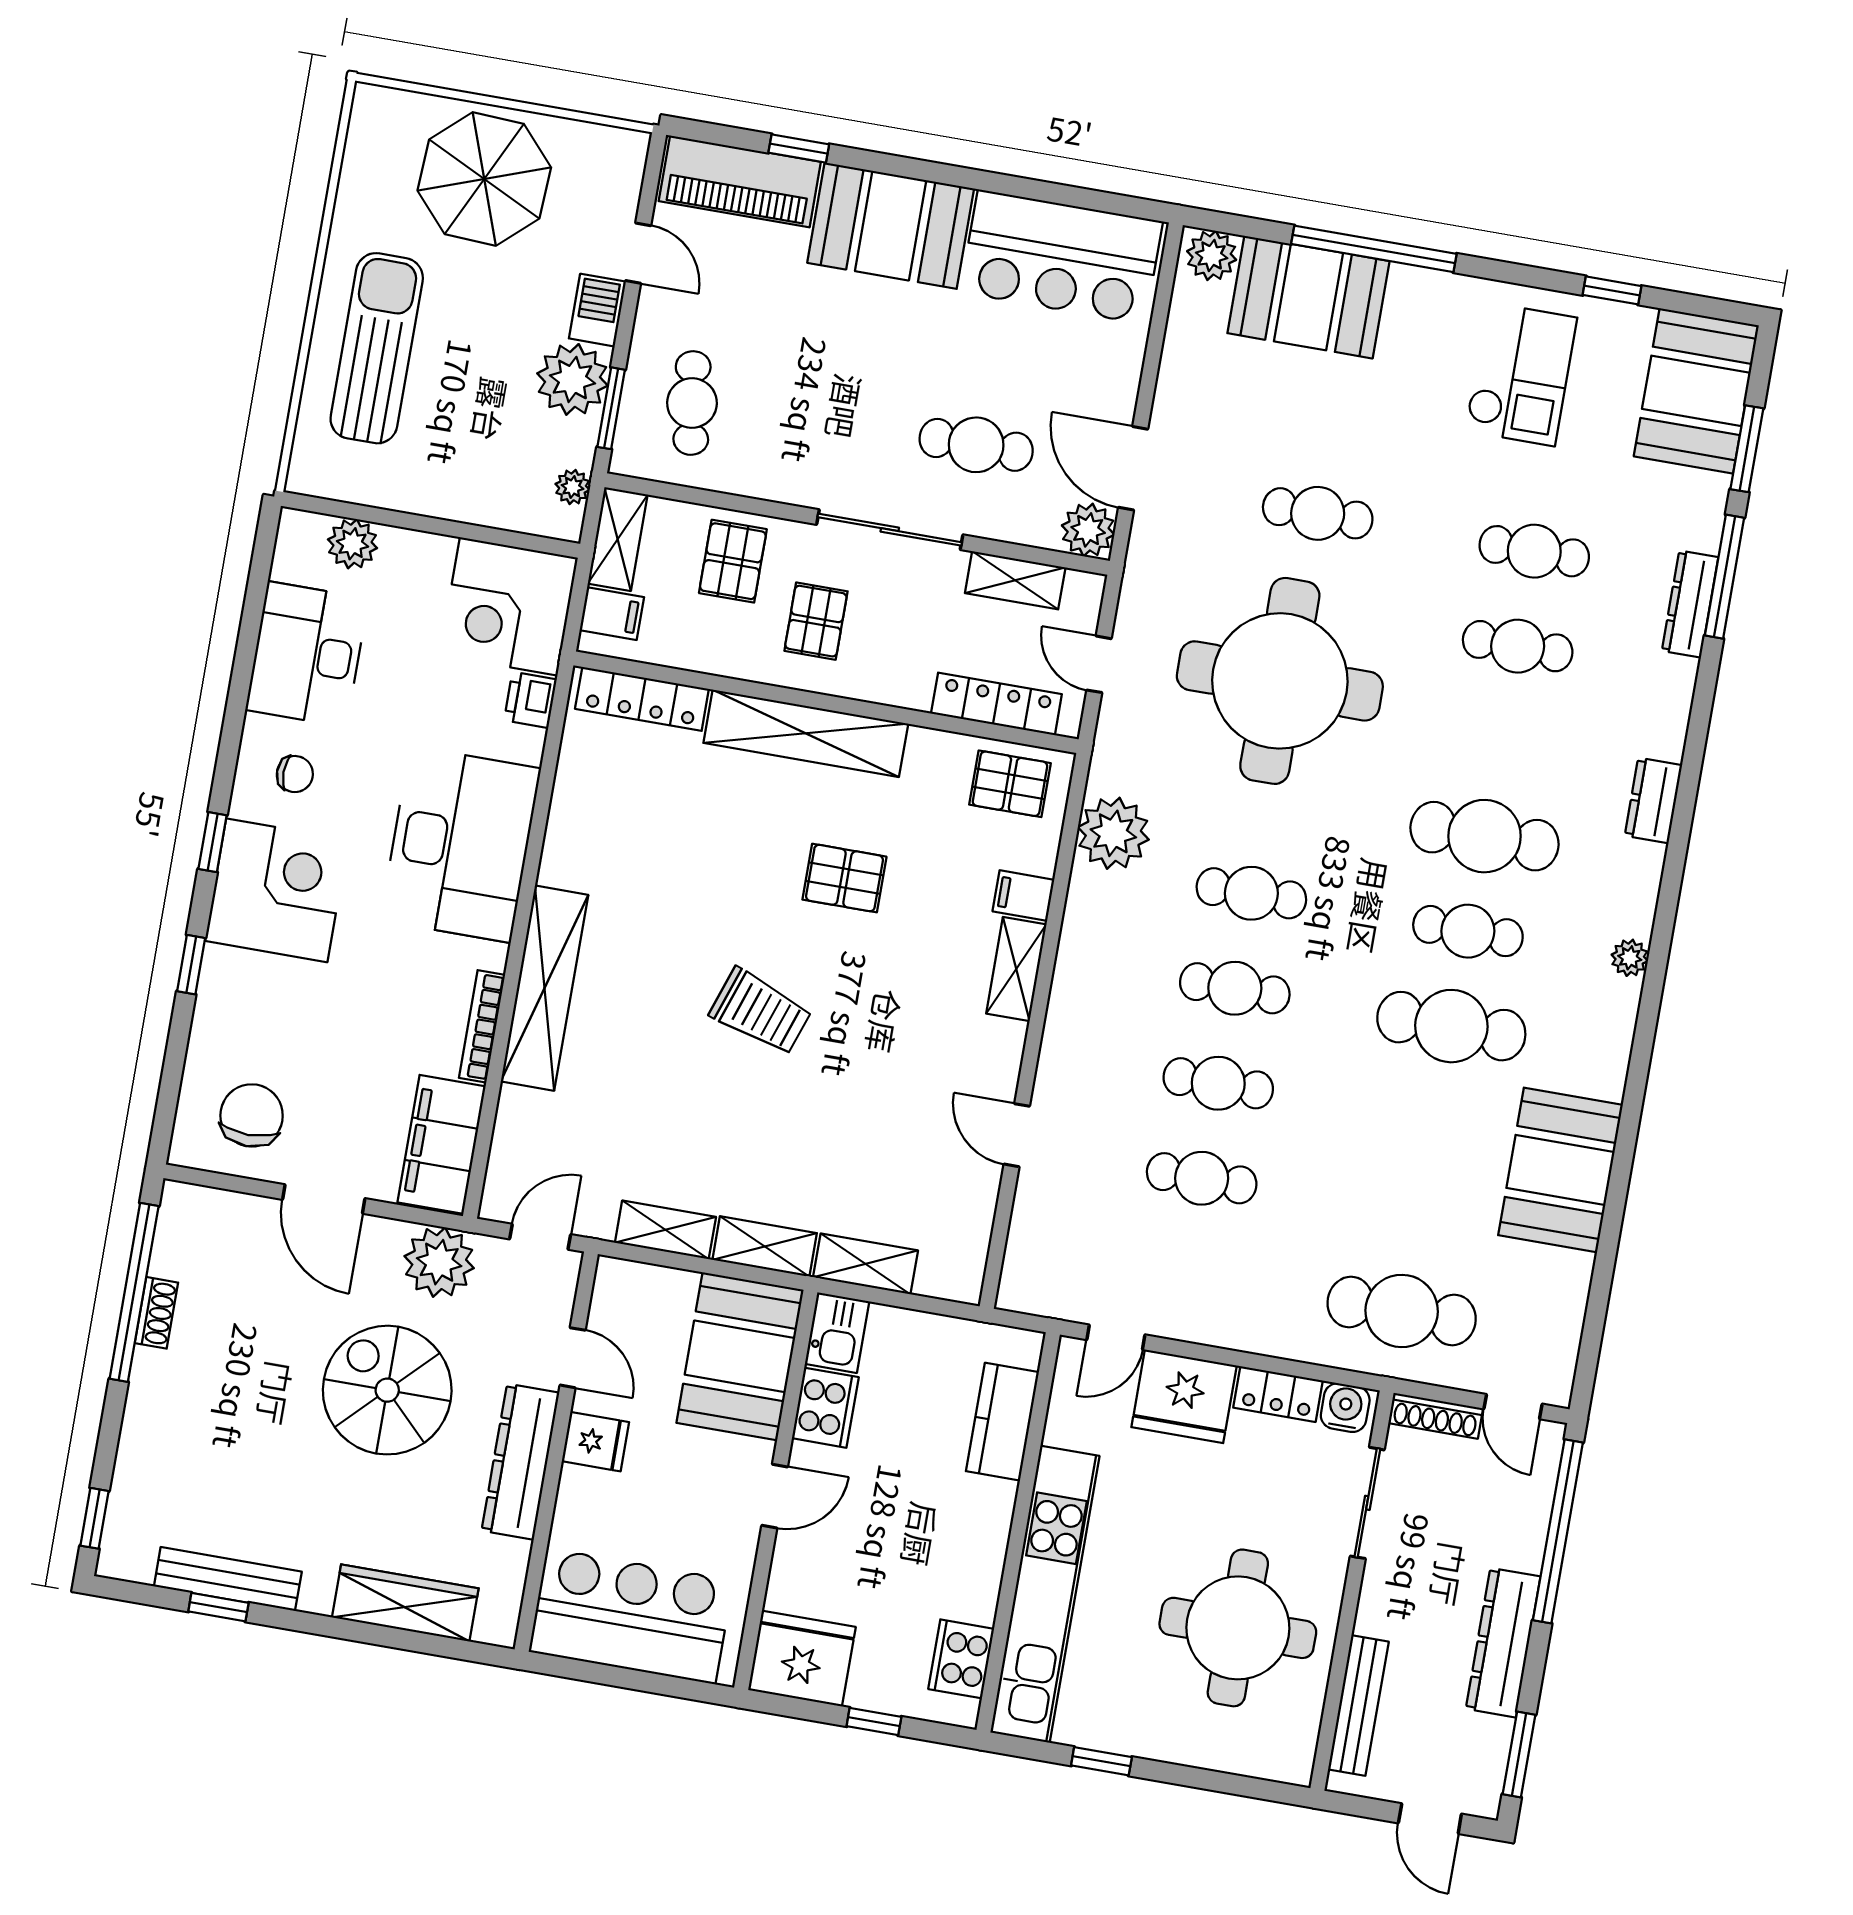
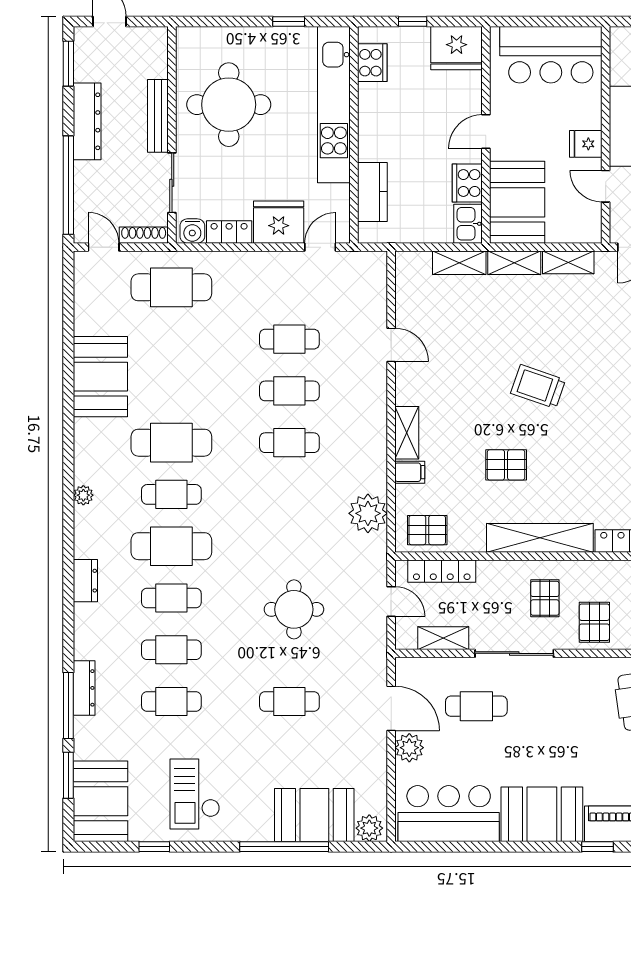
plant: (1088, 530) -> (409, 748), moved
round table: (1280, 681) -> (294, 609), width x0.54, depth x0.54
cafe table: (1251, 893) -> (171, 598), moved
bench: (1358, 1706) -> (158, 116), moved

